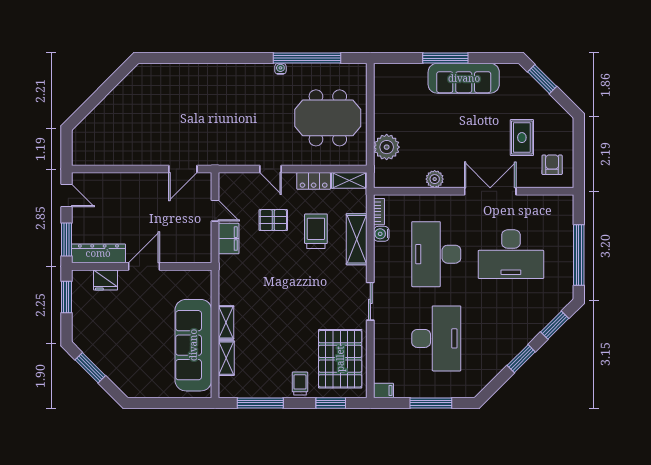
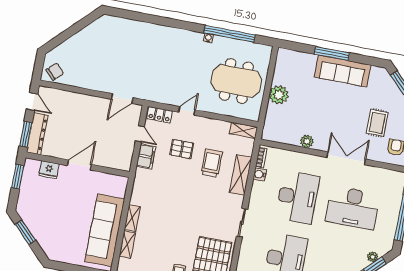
plant: (387, 147) -> (279, 95), moved
chair: (89, 151) -> (55, 72), added
door: (270, 169) -> (187, 111), swing flipped
locker: (314, 181) -> (160, 115), moved
dresser: (98, 253) -> (37, 134), moved, turned 90
desk: (436, 254) -> (297, 197), turned 180
plant: (549, 313) -> (373, 257), added

